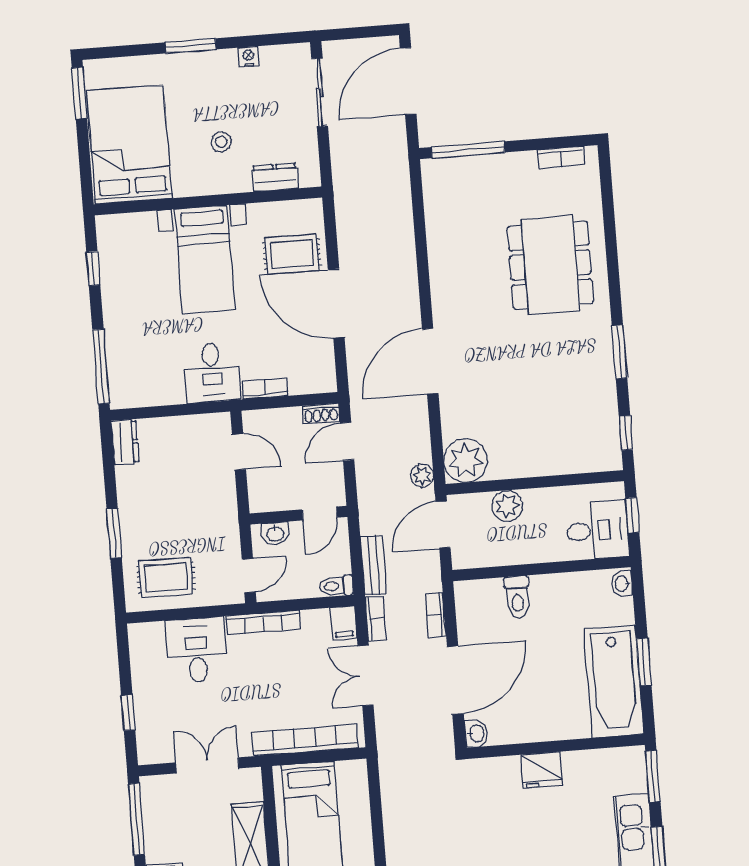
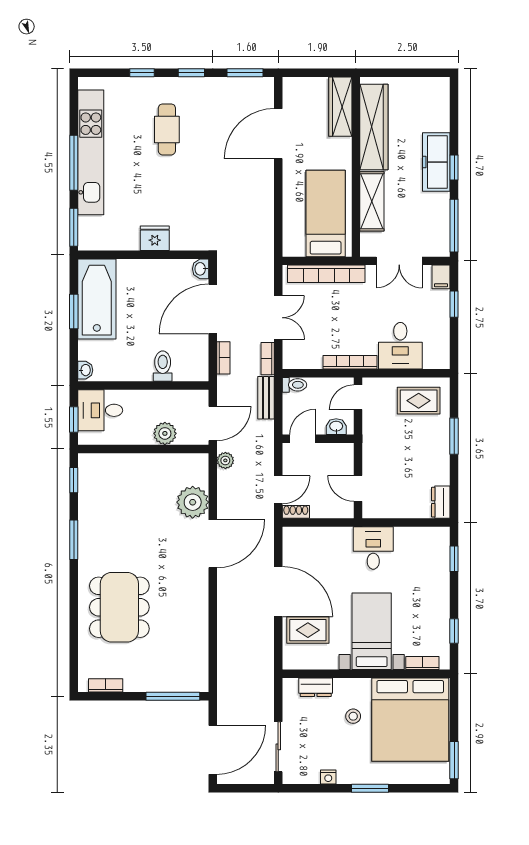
bed: (129, 145) -> (410, 720), width x1.36
window: (101, 367) -> (454, 559), width x0.46
bookcase: (265, 389) -> (422, 663), moved, turned 180
plant: (466, 460) -> (193, 502), moved
filing cabinet: (344, 623) -> (441, 277), moved, turned 180

